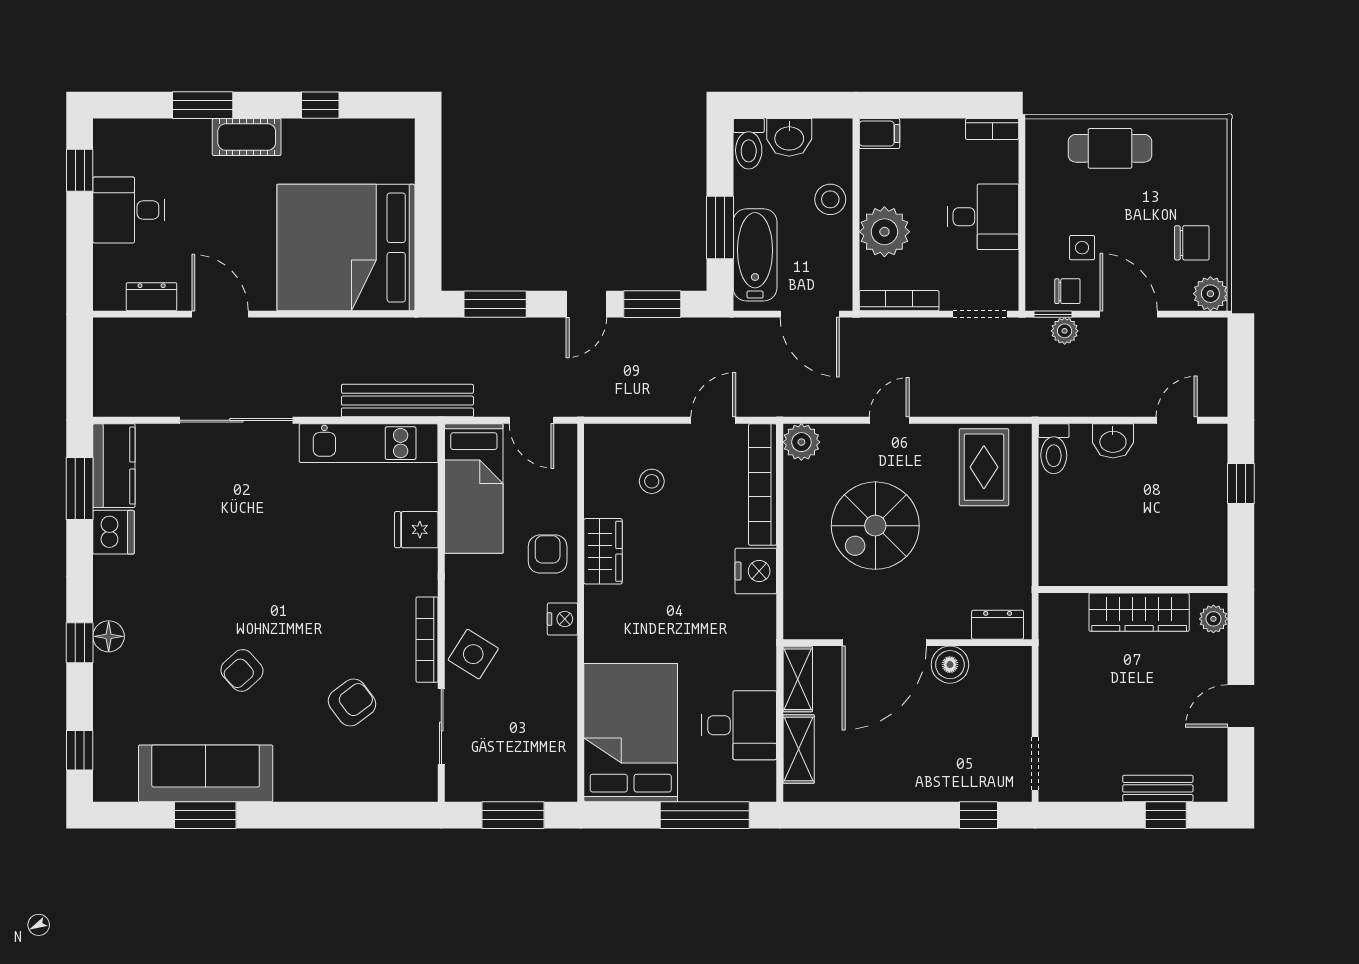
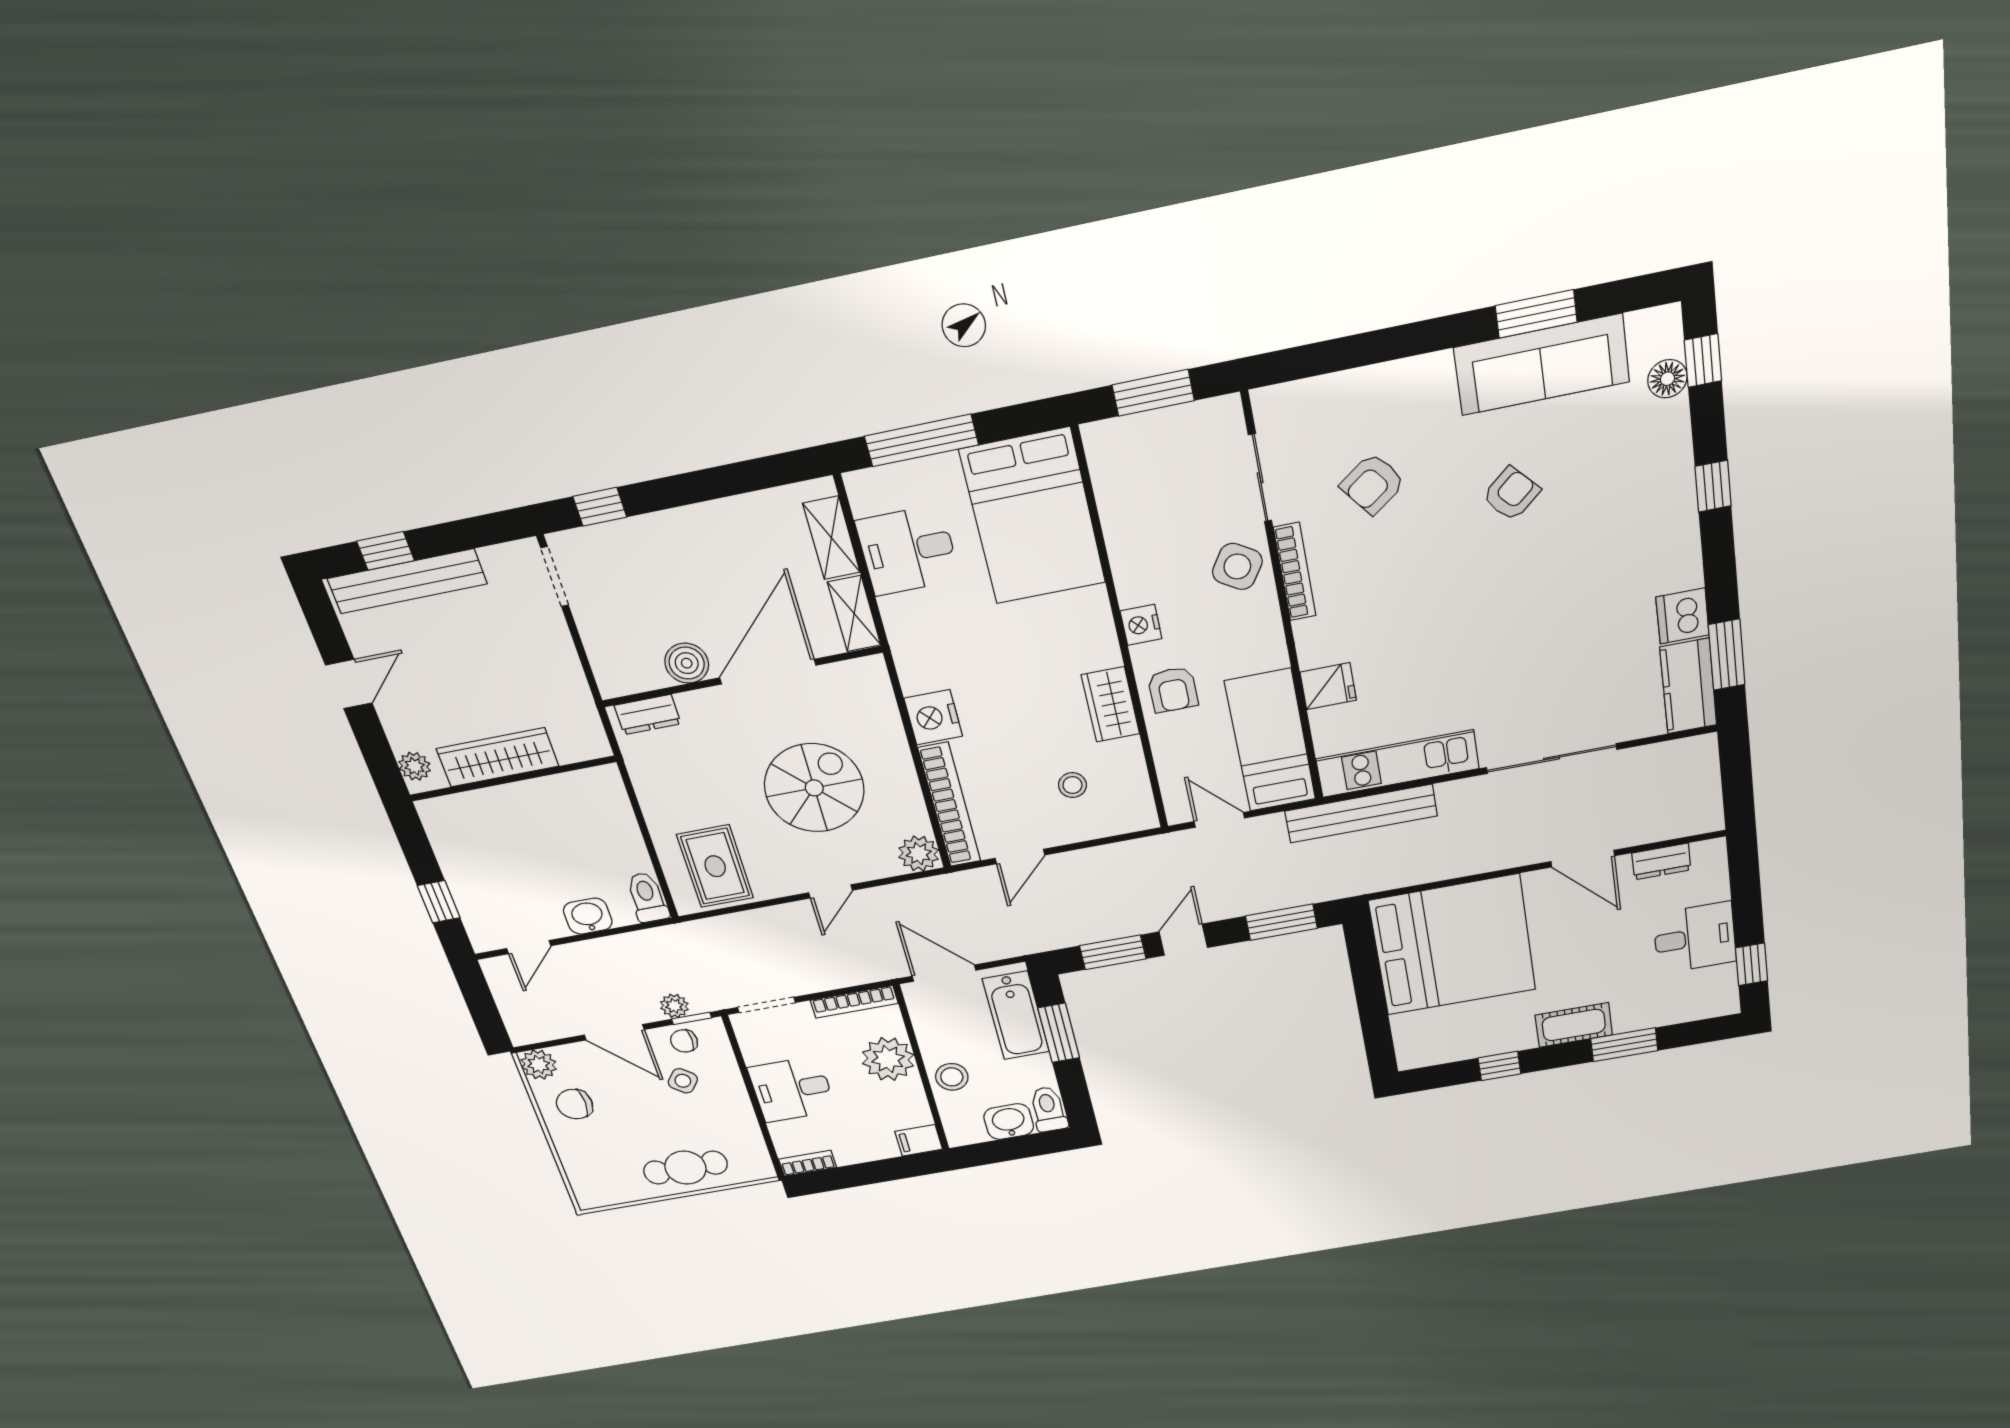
side table: (1082, 248) -> (683, 1081), turned 38
floor lamp: (109, 636) -> (1667, 379), moved
bench: (1158, 788) -> (407, 581), width x1.86, depth x1.21

